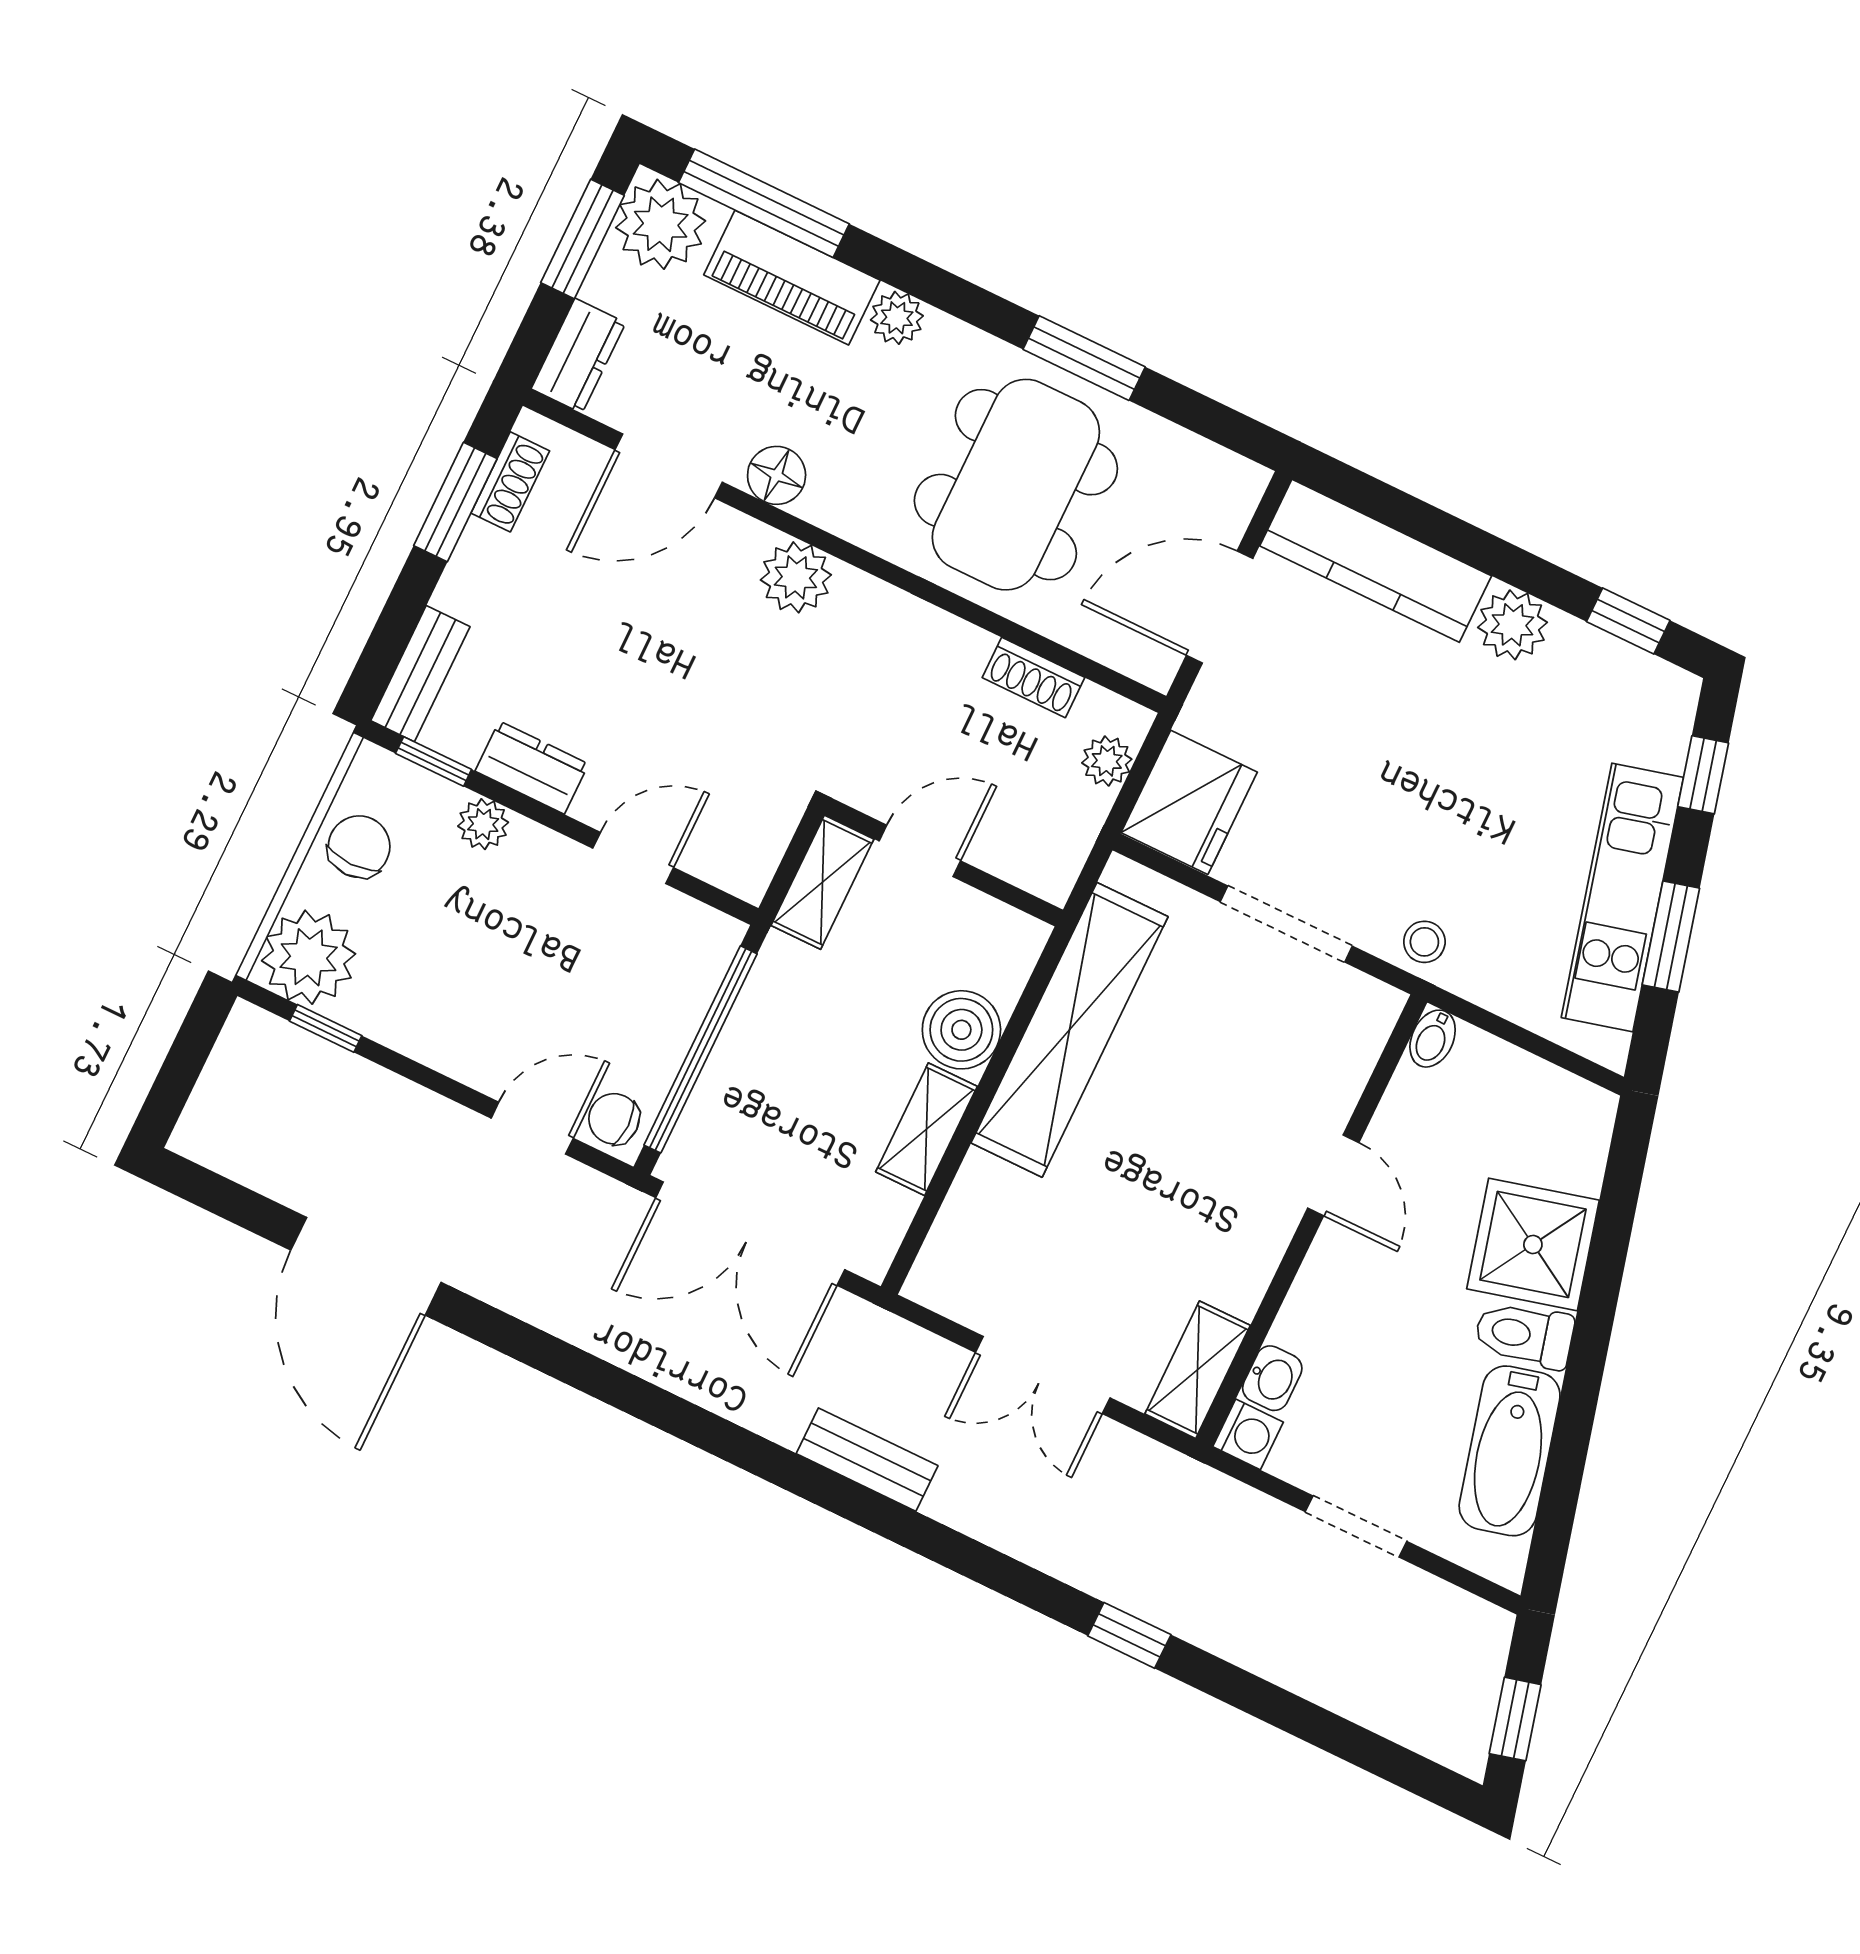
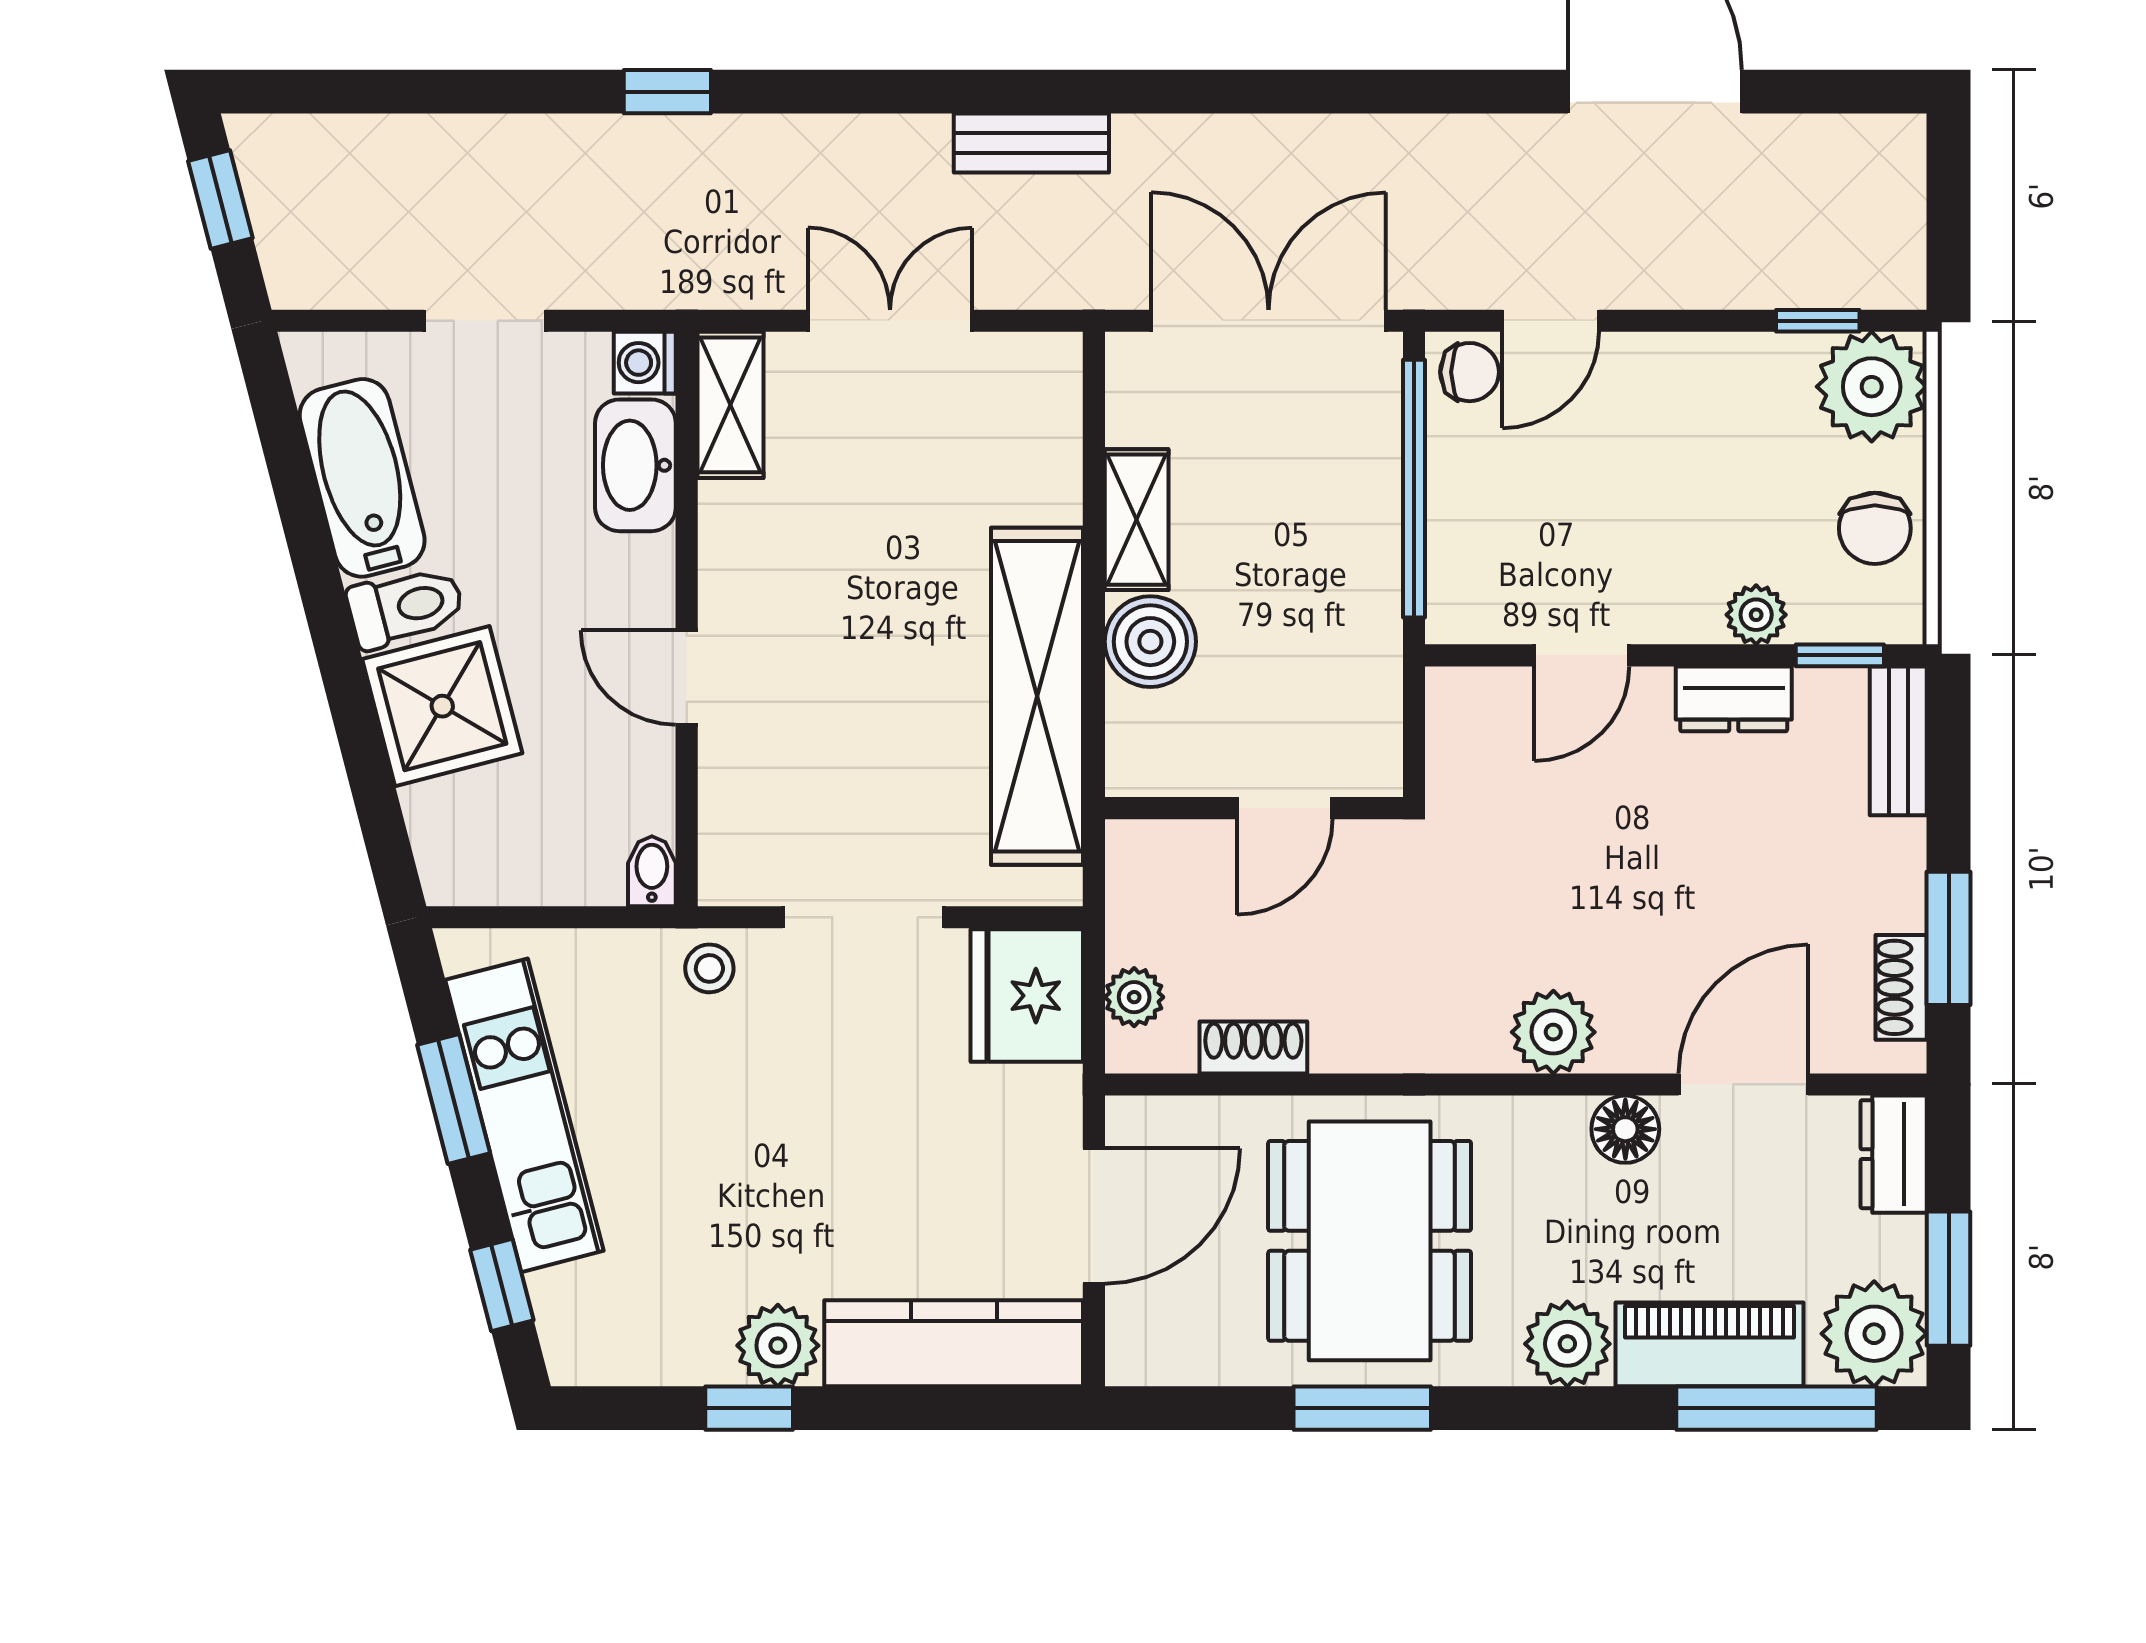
plant: (897, 318) -> (1567, 1344), width x1.38, depth x1.38
window: (1628, 621) -> (749, 1408), moved
shelving: (822, 882) -> (1371, 726), removed
washbasin: (1272, 1378) -> (635, 465), width x1.91, depth x1.45

